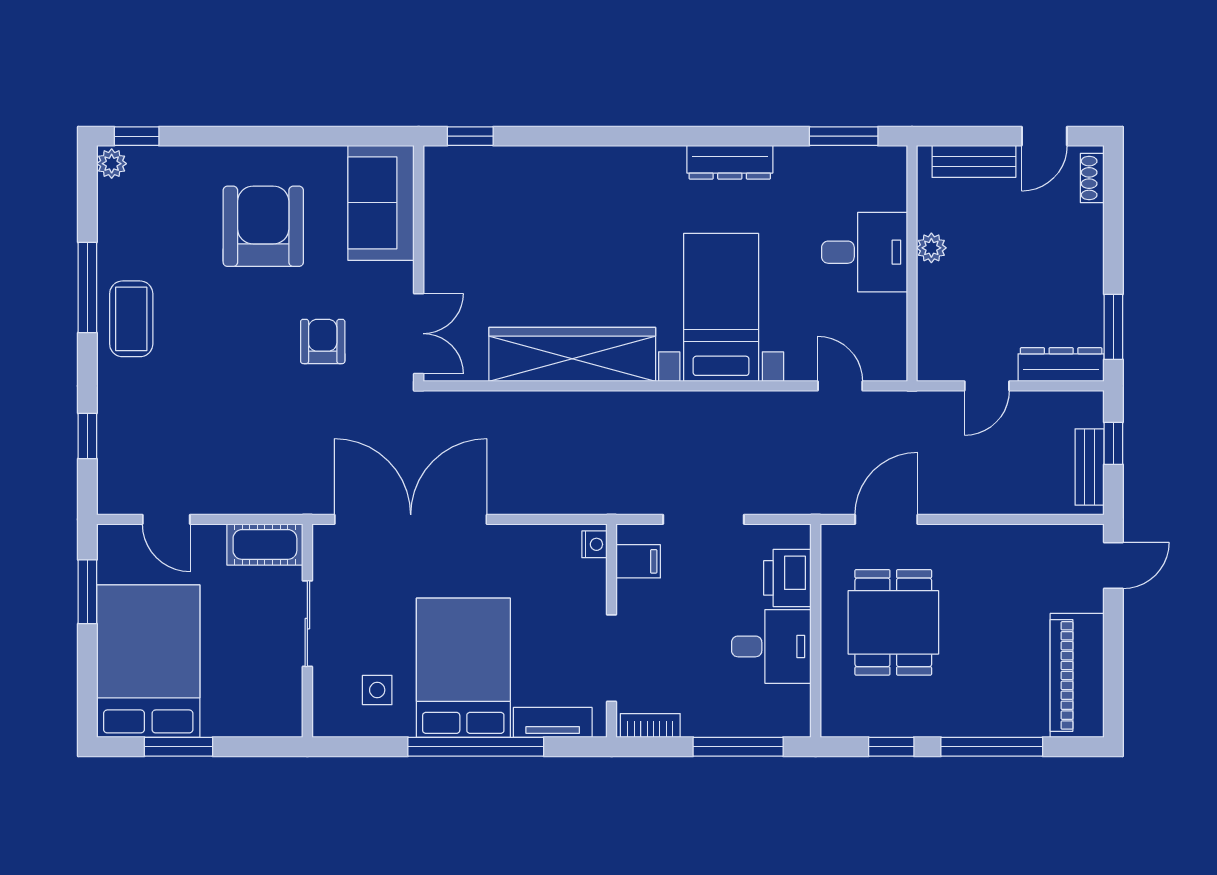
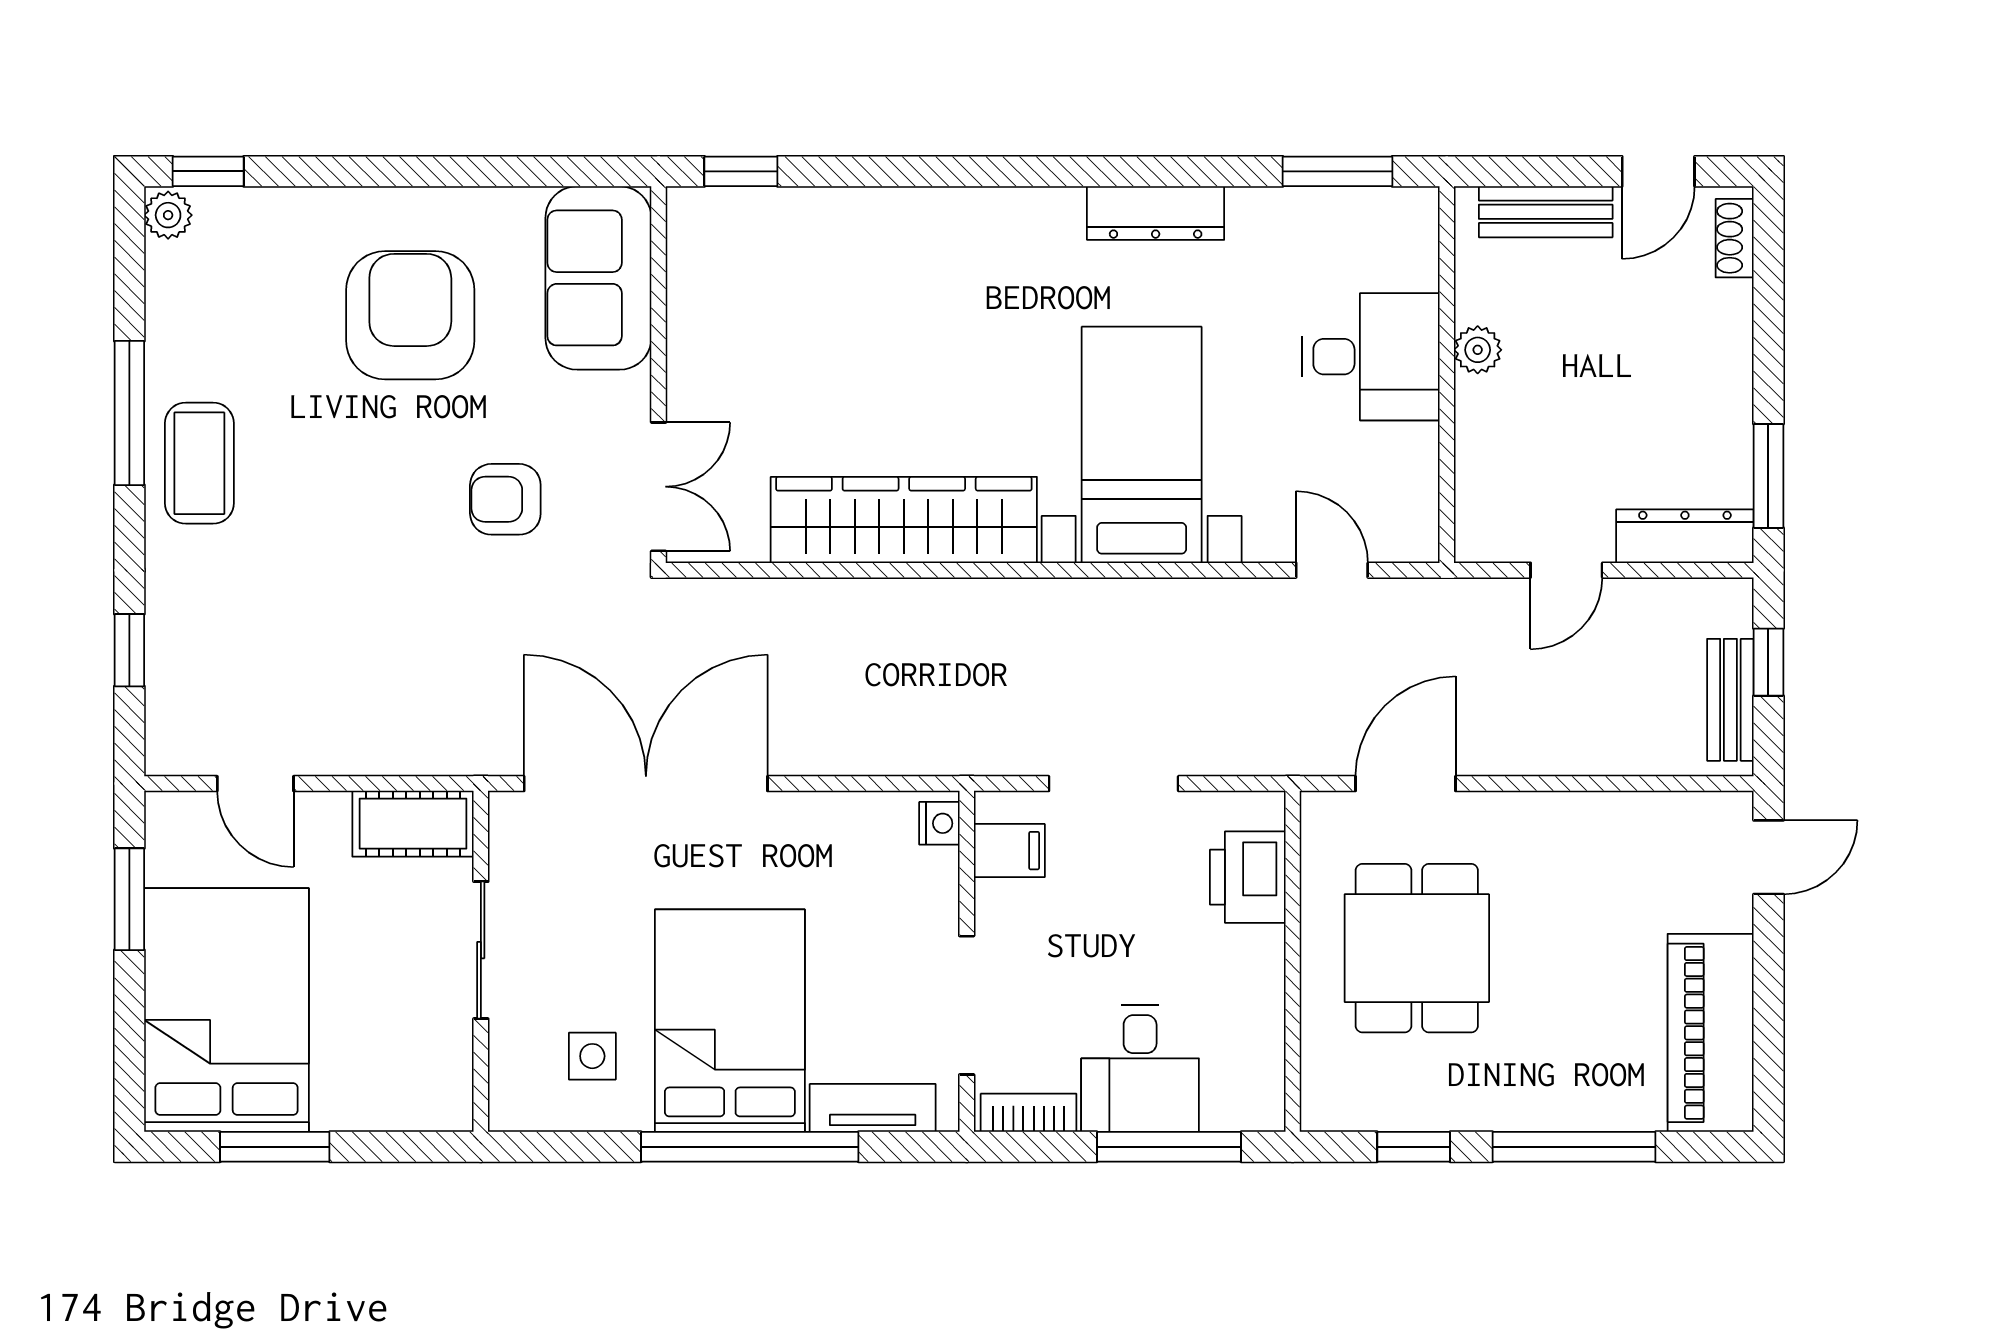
armchair: (323, 341) -> (505, 499), turned -90
desk: (771, 646) -> (1140, 1068), moved, turned 90

